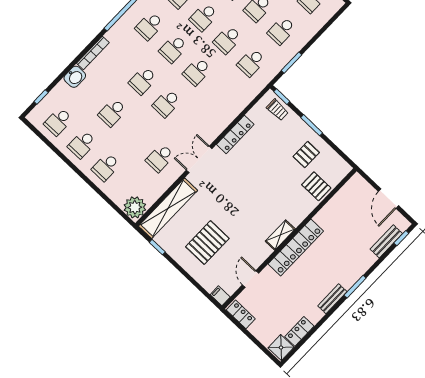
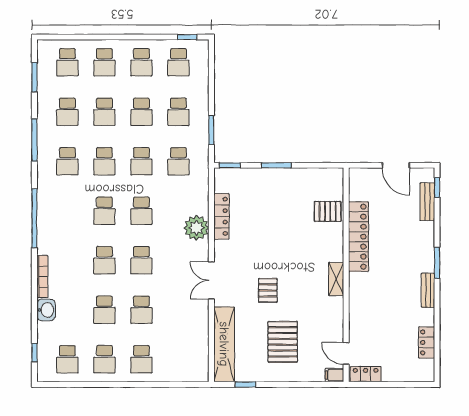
school desk: (149, 26) -> (67, 211), removed
trolley: (277, 110) -> (236, 179), removed
locker: (235, 134) -> (221, 216), moved
pallet: (306, 154) -> (268, 290), moved
school desk: (160, 158) -> (141, 310), moved
plant: (135, 207) -> (196, 228), moved
locker: (296, 247) -> (358, 237), moved
door: (250, 279) -> (346, 353), moved
shower: (281, 348) -> (424, 370), removed

